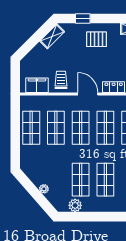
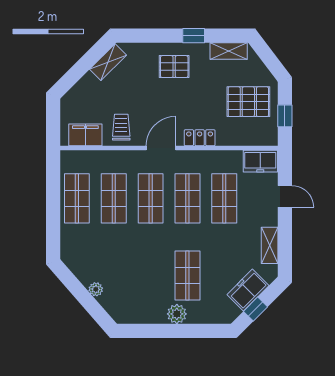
window: (83, 19) -> (194, 36), moved
door: (88, 94) -> (161, 148), hinge flipped
shop shelf: (81, 180) -> (151, 276), removed
plant: (75, 205) -> (177, 314), moved

